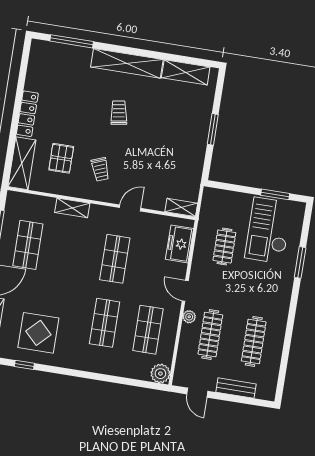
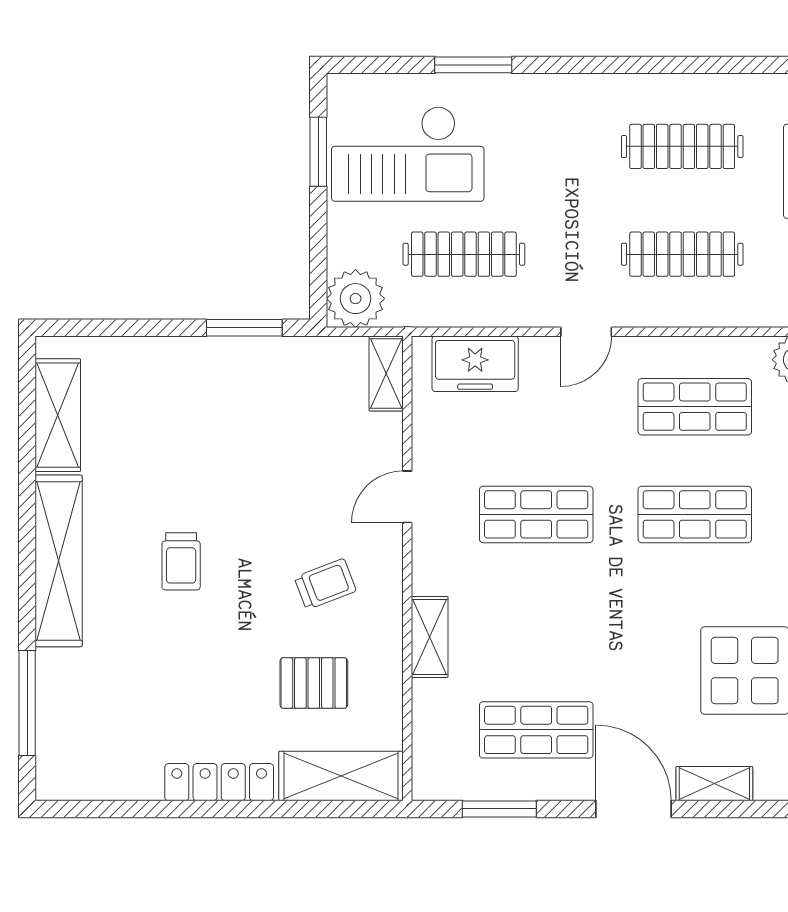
trolley: (119, 113) -> (181, 561), turned -81
window: (213, 129) -> (244, 328), moved
door: (130, 208) -> (407, 497), hinge flipped
clothes rail: (224, 246) -> (464, 254), width x1.36
plant: (189, 317) -> (356, 299), moved, width x1.88, depth x1.88

